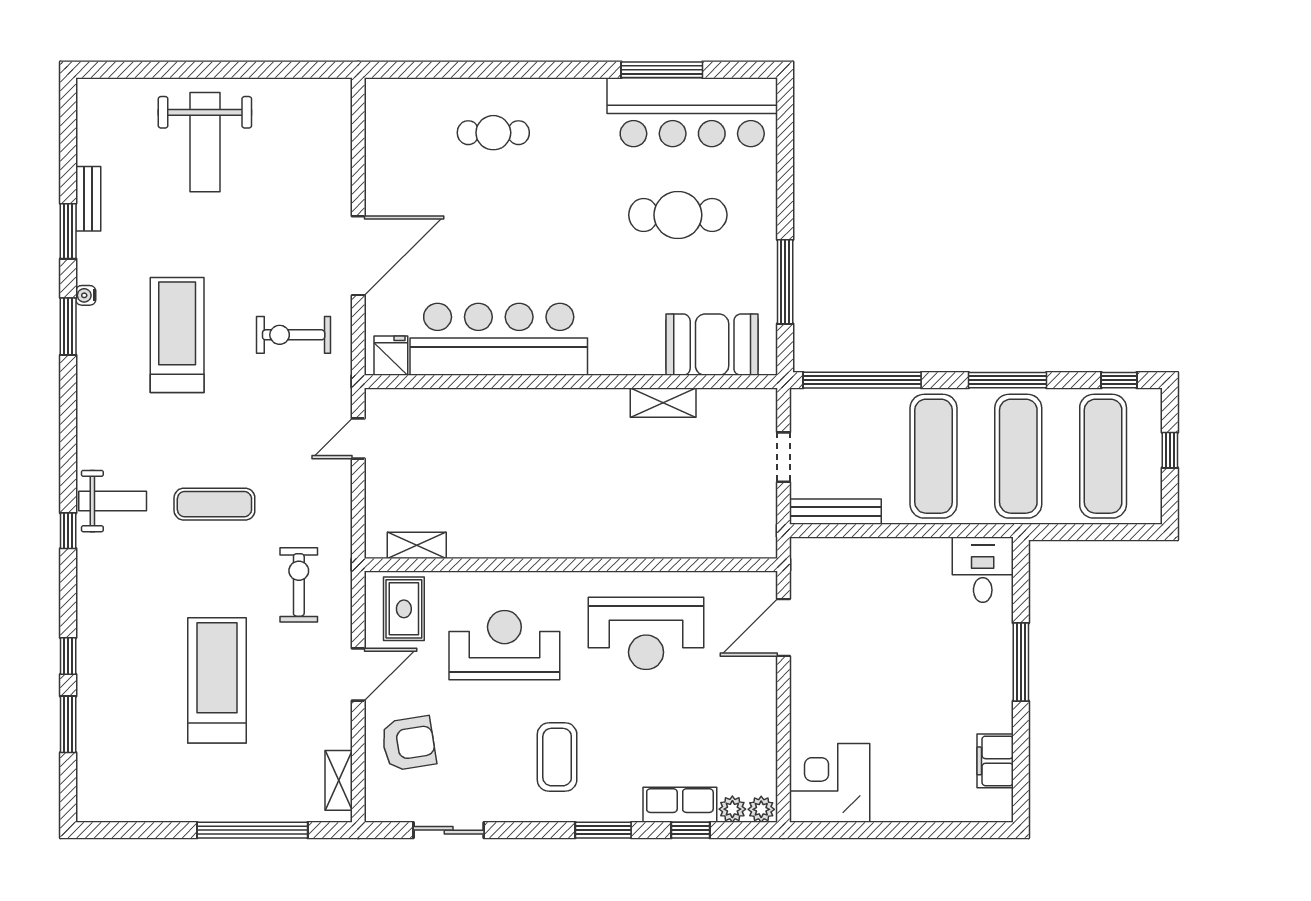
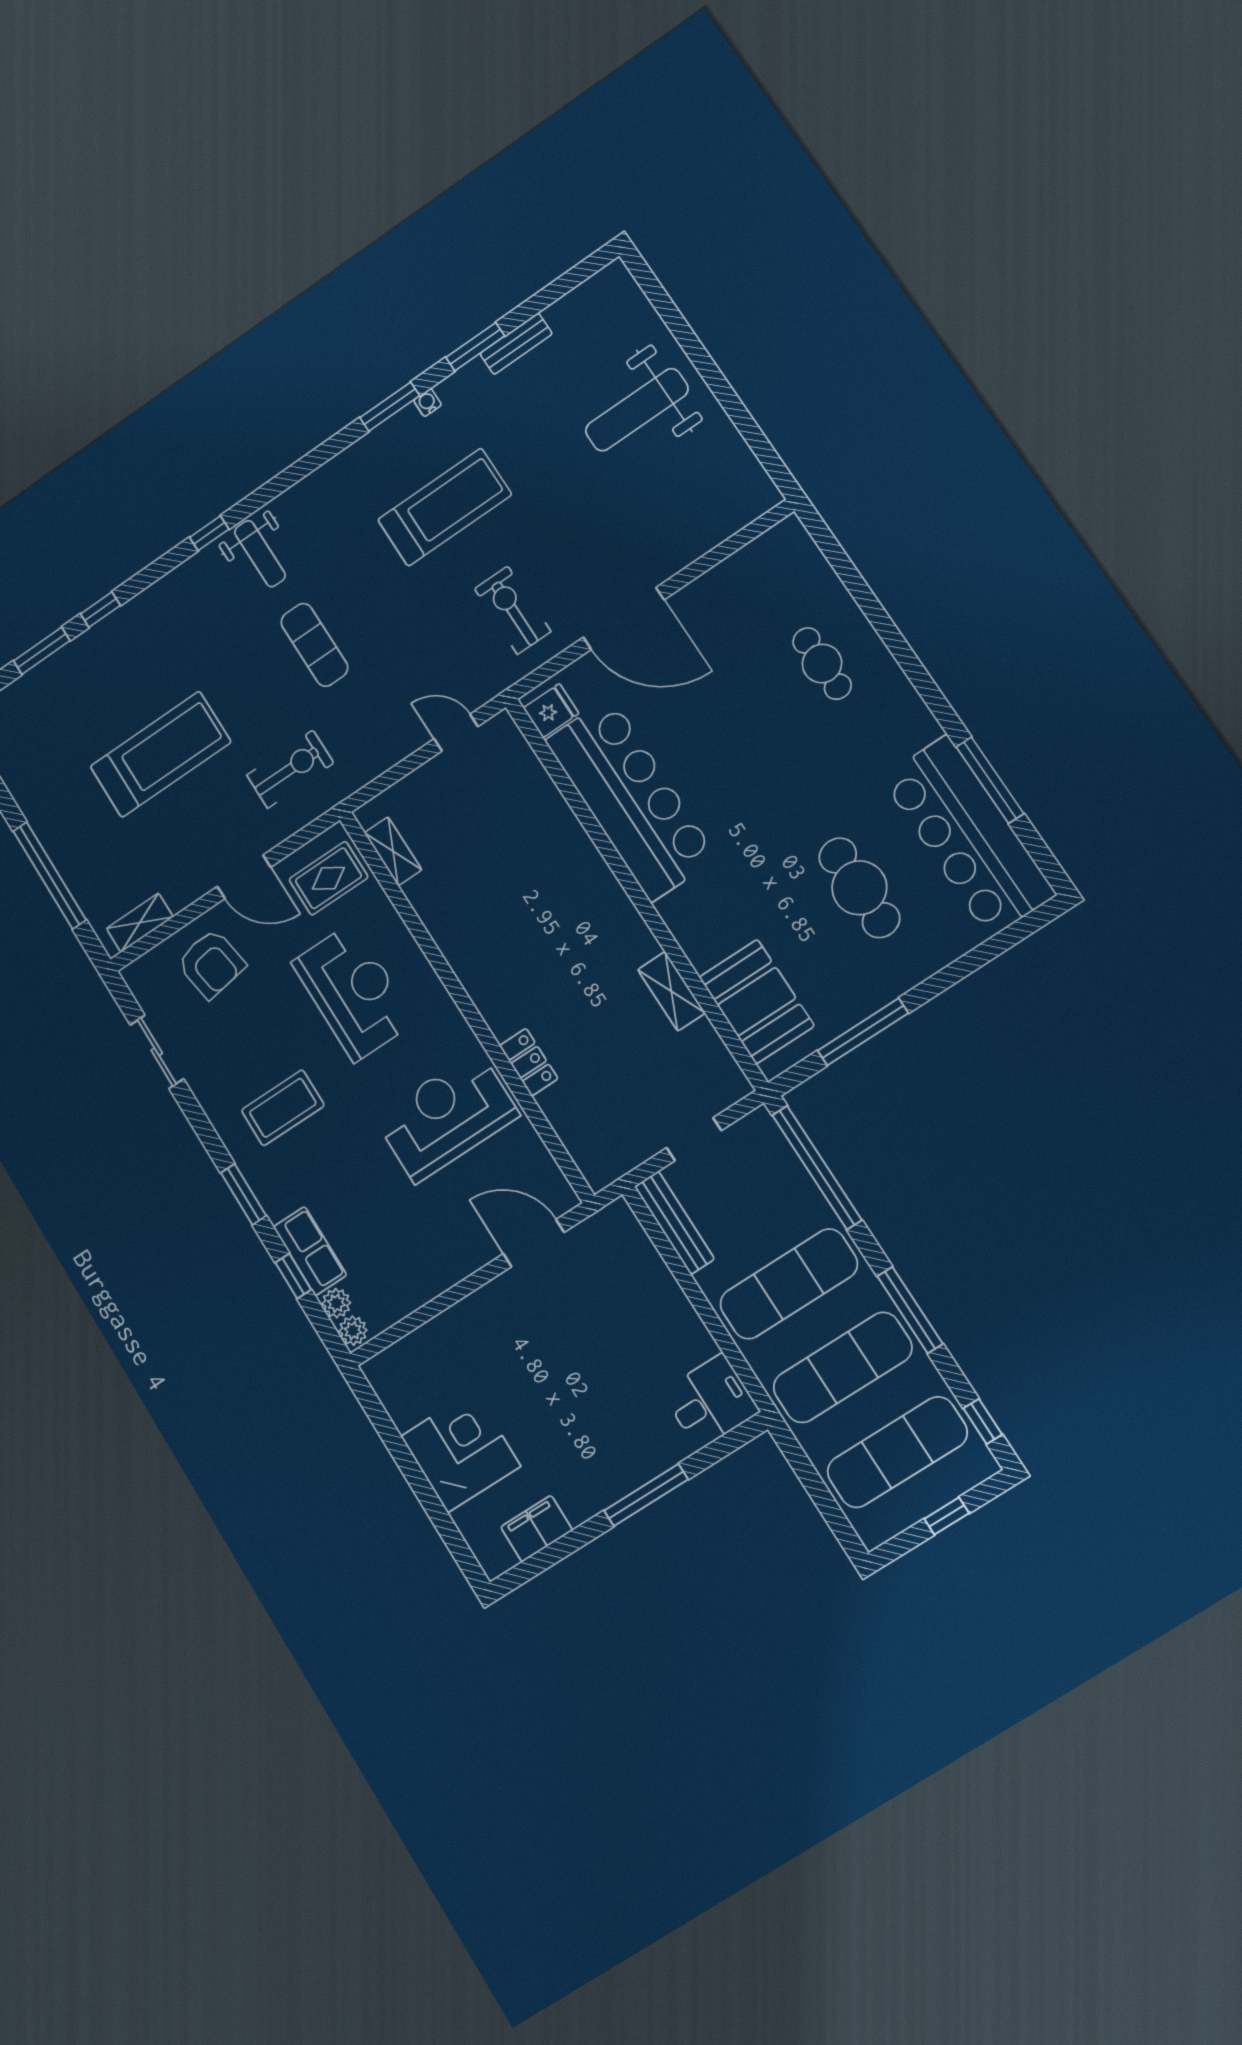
locker: (646, 544) -> (529, 1062), added
reception desk: (646, 633) -> (447, 1117), turned 90
corner desk: (830, 783) -> (461, 1451), moved

